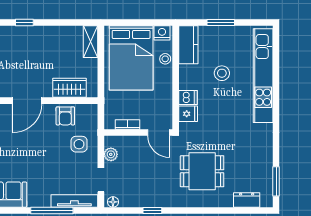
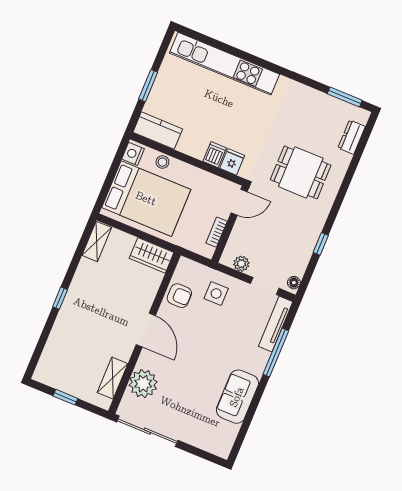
shelving: (90, 42) -> (97, 241), moved, turned 90
stool: (222, 73) -> (203, 107), removed
wardrobe: (69, 88) -> (152, 255), moved, turned -90
dining table: (202, 171) -> (301, 172), turned 90

